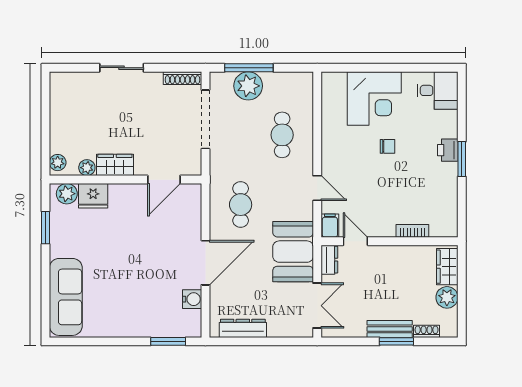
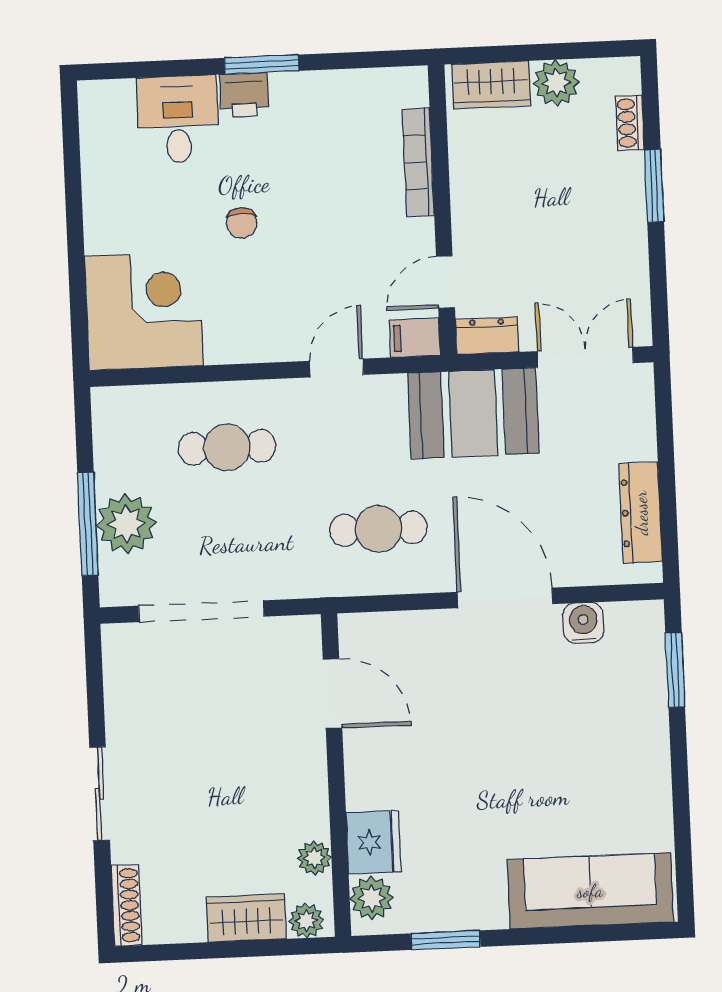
shoe rack: (182, 78) -> (126, 905), moved
desk: (438, 90) -> (178, 119), moved
corner desk: (374, 99) -> (144, 311), moved
chair: (387, 146) -> (242, 223), turned 180
wardrobe: (115, 165) -> (246, 918), moved, turned 90
bookcase: (412, 231) -> (418, 162), width x1.56
bench: (390, 329) -> (628, 201), removed

